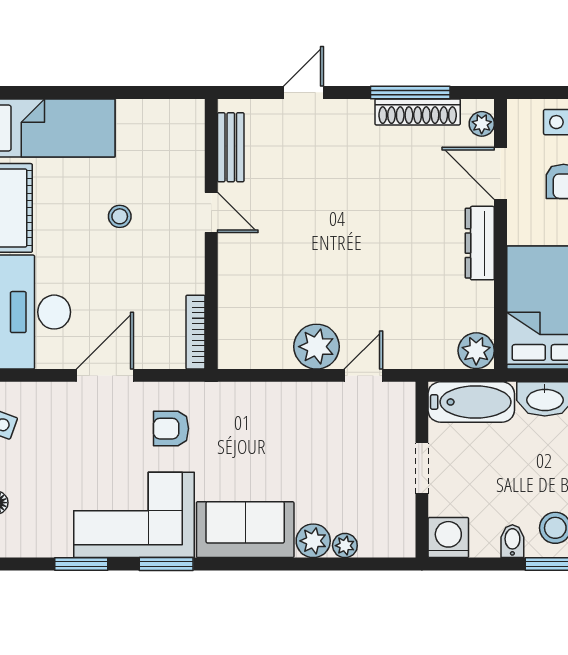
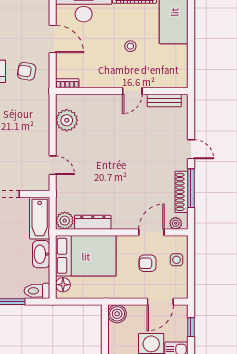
door: (304, 92) -> (191, 149), moved
dresser: (480, 243) -> (93, 222), moved
bookcase: (195, 332) -> (67, 83), width x0.64
plant: (317, 347) -> (67, 120), moved
armchair: (171, 429) -> (27, 71), turned -80

